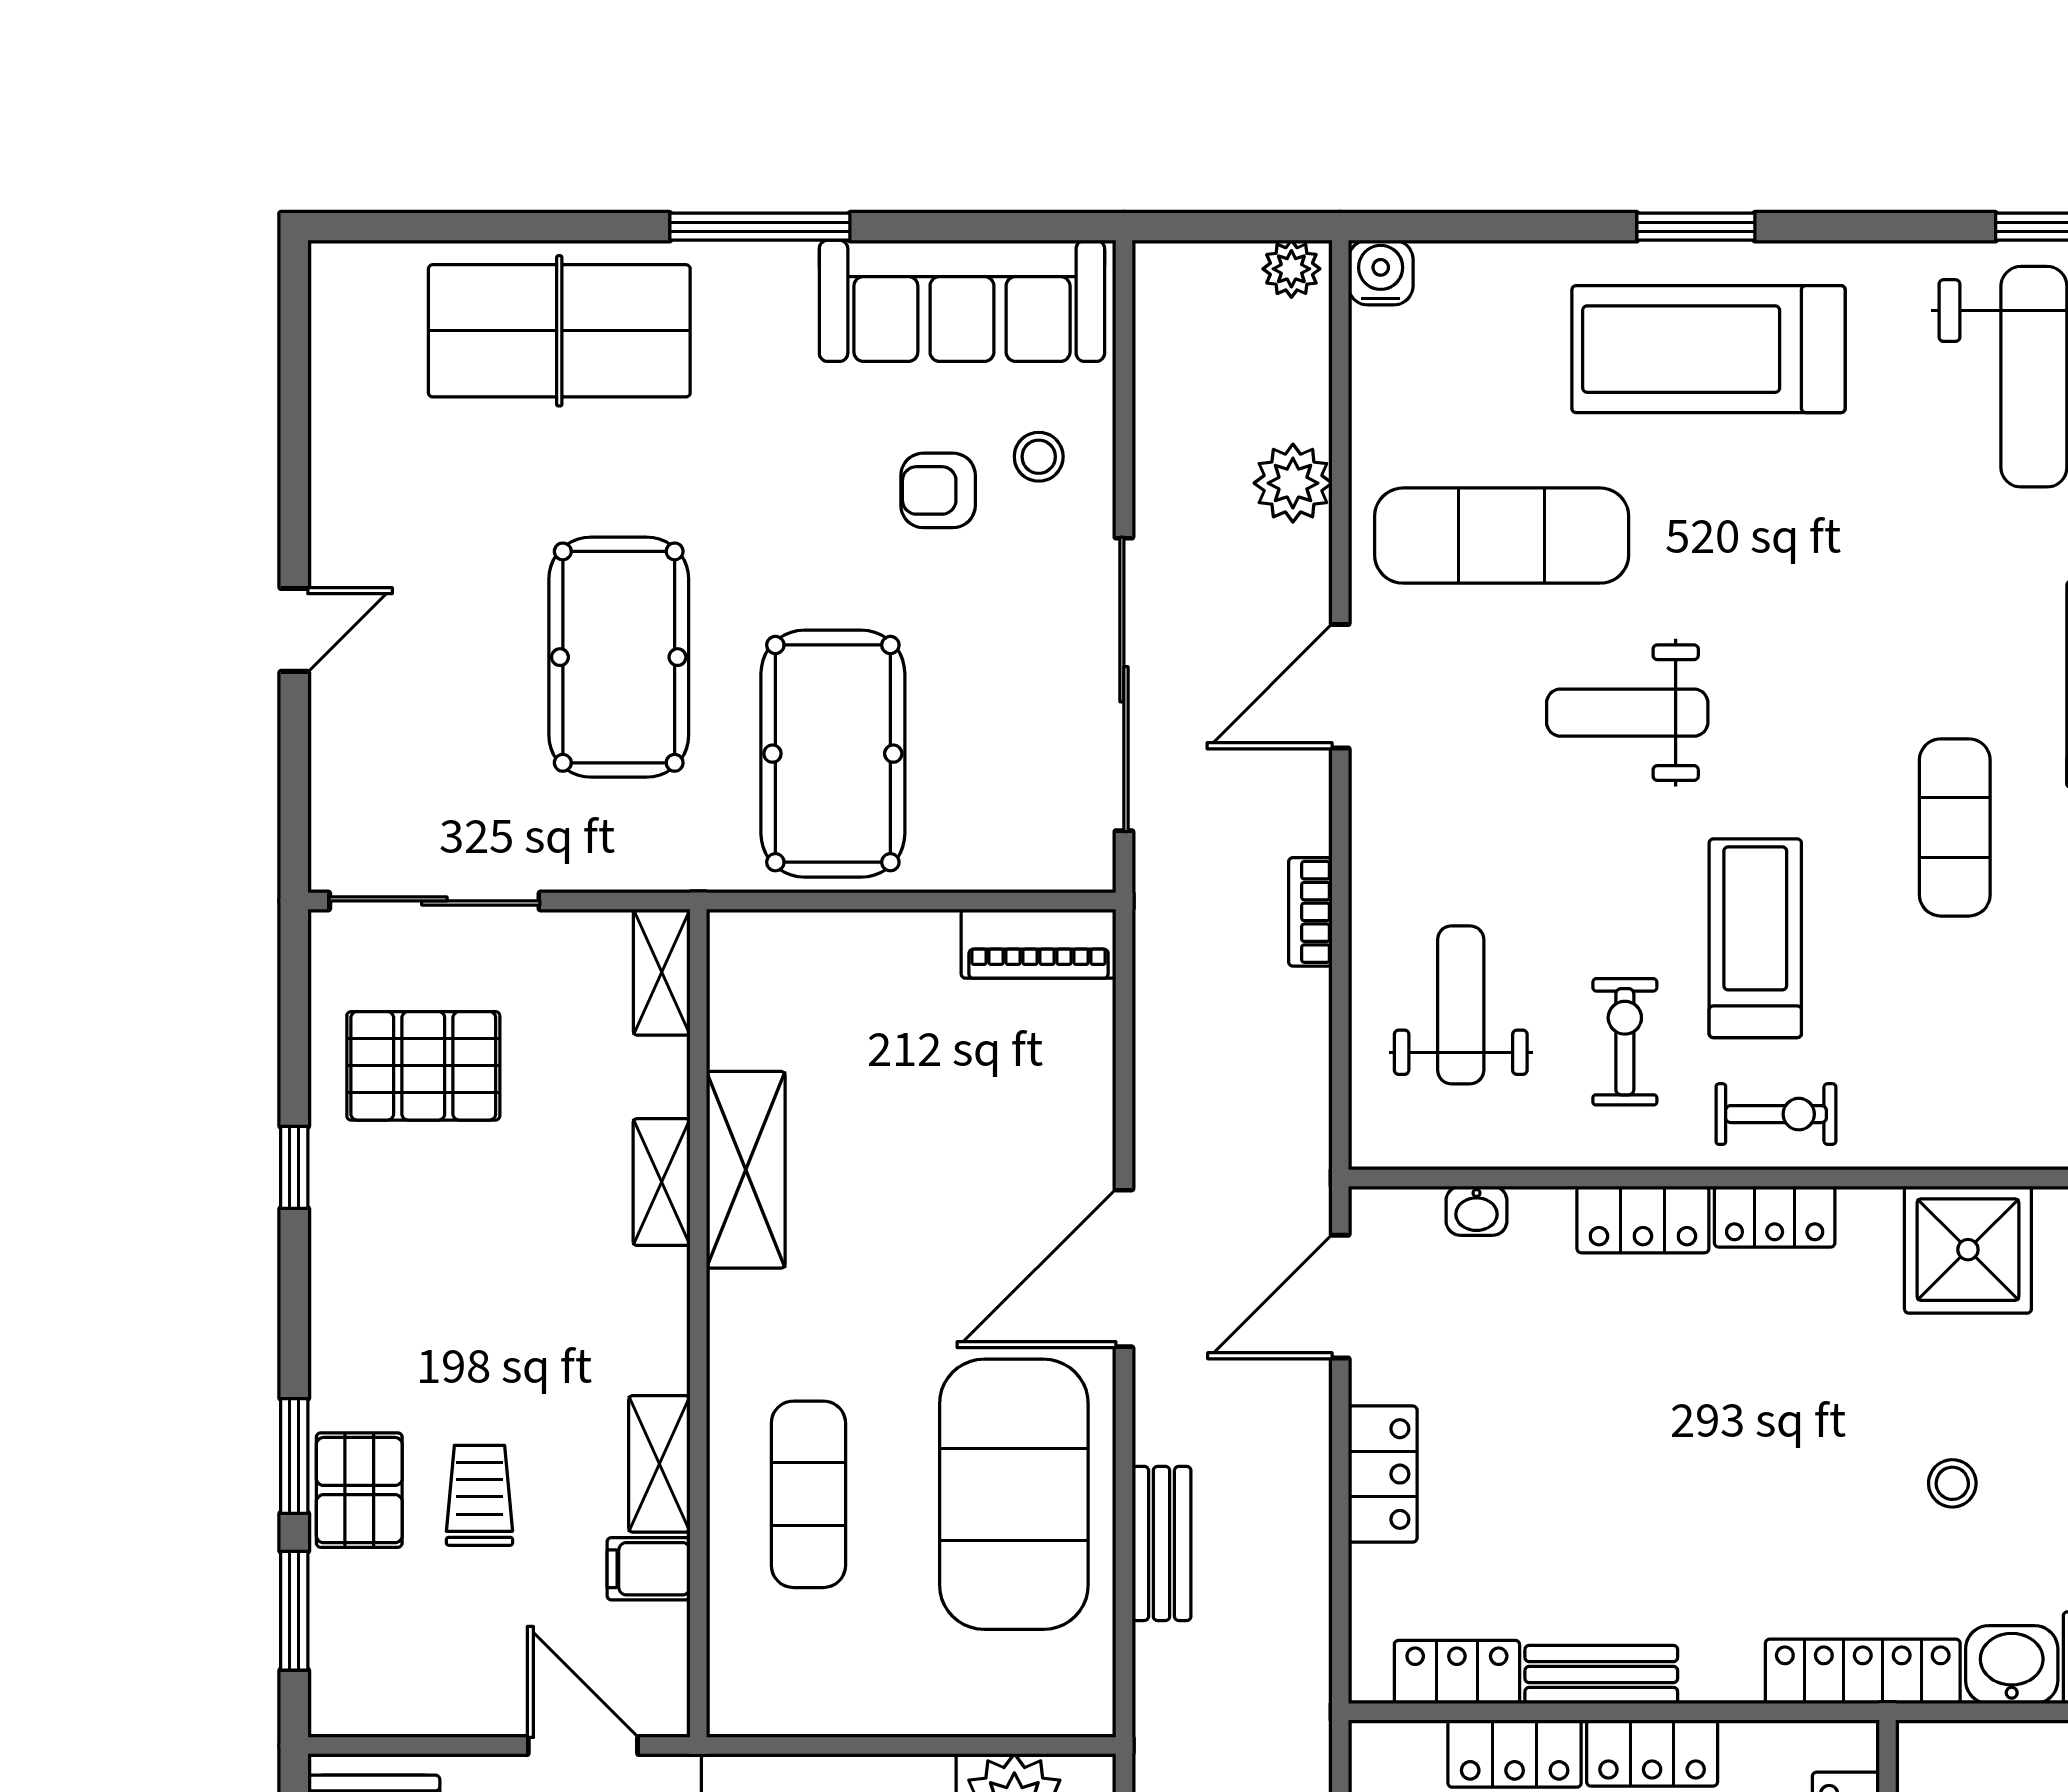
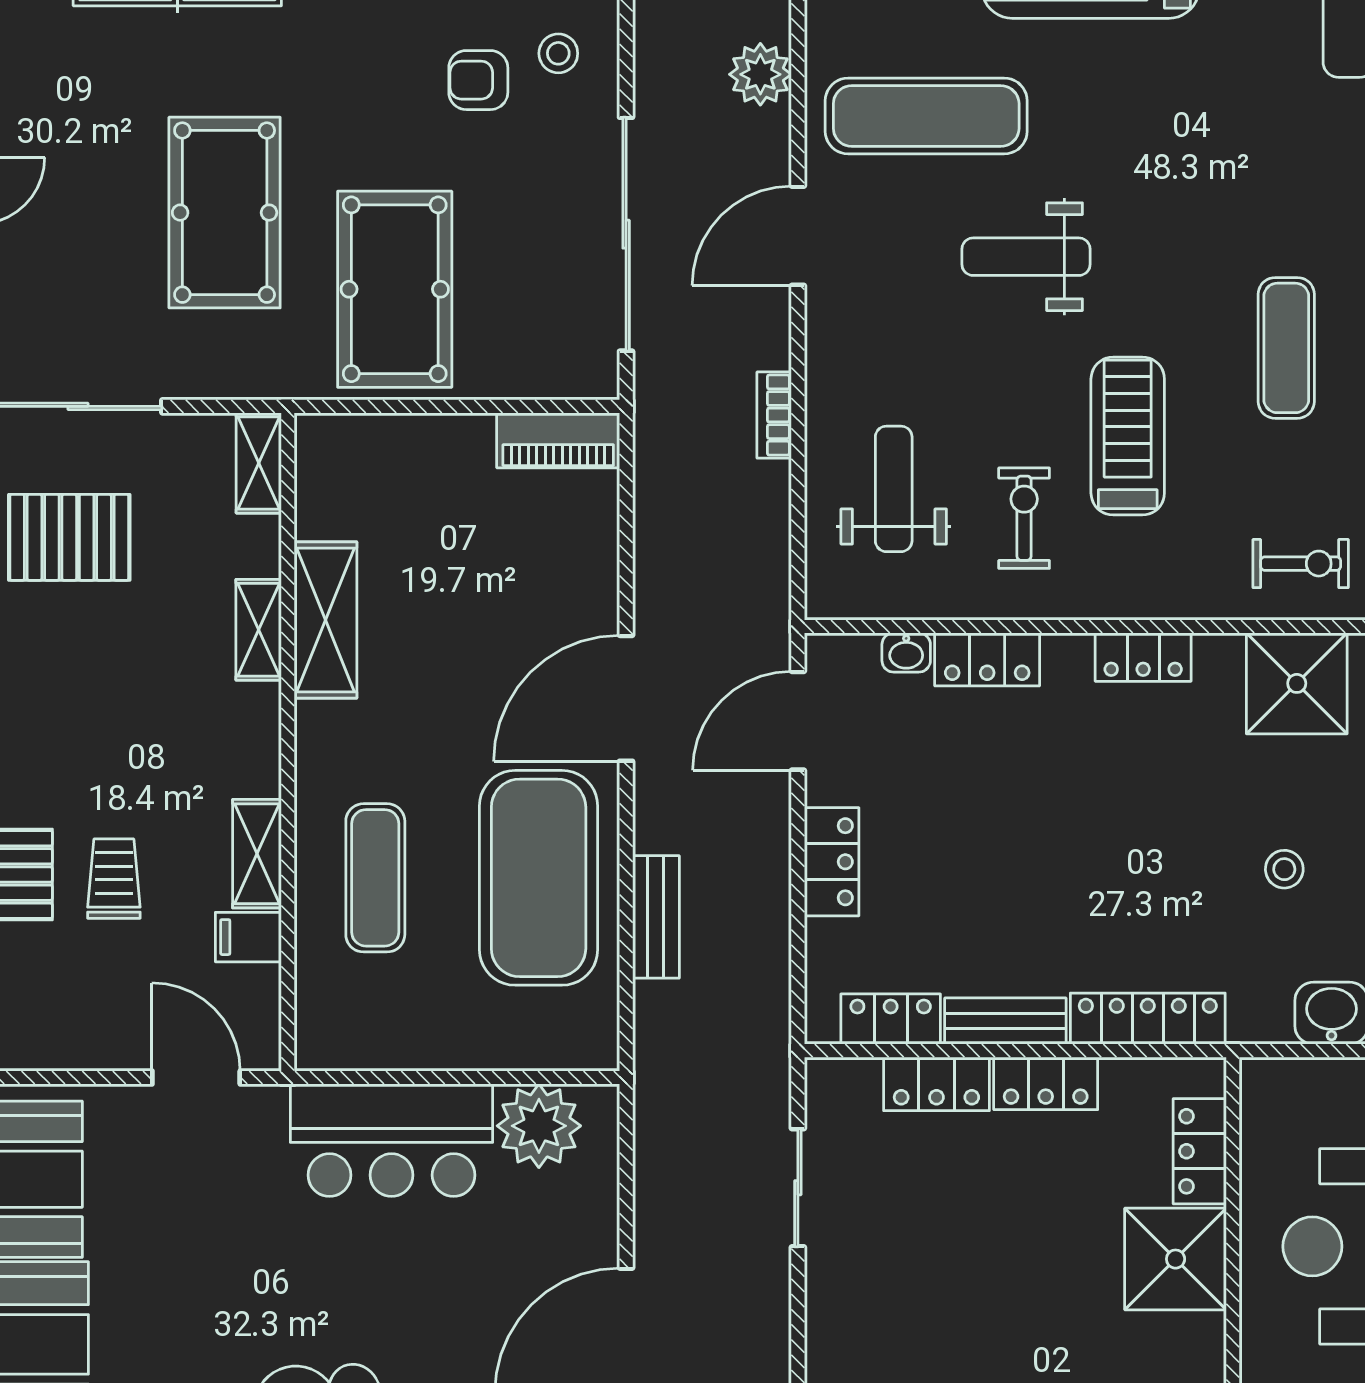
exercise bike: (1776, 1114) -> (1301, 564), moved
locker: (1643, 1219) -> (987, 659), moved
locker: (1863, 1671) -> (1148, 1019), moved

